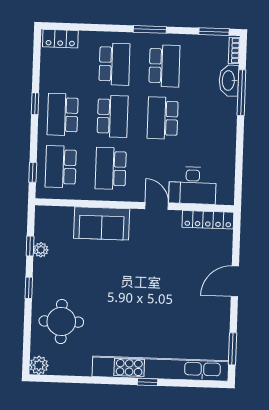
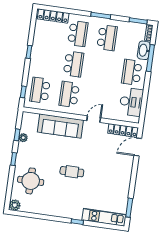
locker: (60, 39) -> (53, 16), width x1.53
school desk: (63, 115) -> (44, 60), removed
school desk: (163, 118) -> (132, 72), moved
desk: (193, 185) -> (131, 102), moved, turned -90
door: (157, 206) -> (94, 119), hinge flipped
sofa: (102, 223) -> (60, 126), width x1.36
door: (235, 281) -> (138, 147), moved
cafe table: (129, 299) -> (72, 172), added
kitchen unit: (160, 369) -> (104, 217), width x0.54

